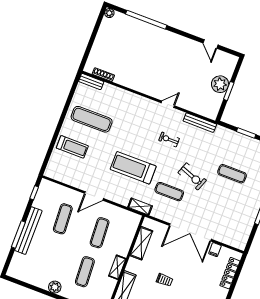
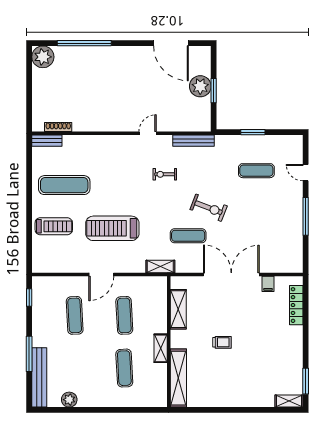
plant: (109, 13) -> (43, 57), width x1.87, depth x1.87
door: (210, 44) -> (171, 43), width x1.88
treadmill: (133, 168) -> (112, 228), moved
exercise mat: (232, 174) -> (256, 171), moved
bench: (28, 231) -> (39, 377), moved
double door: (190, 232) -> (231, 275), swing flipped
plant: (55, 287) -> (69, 400), moved

